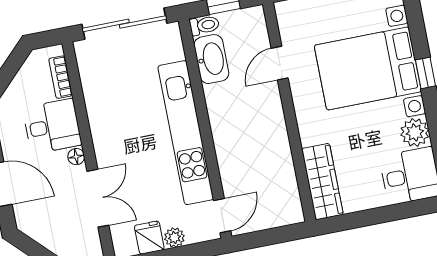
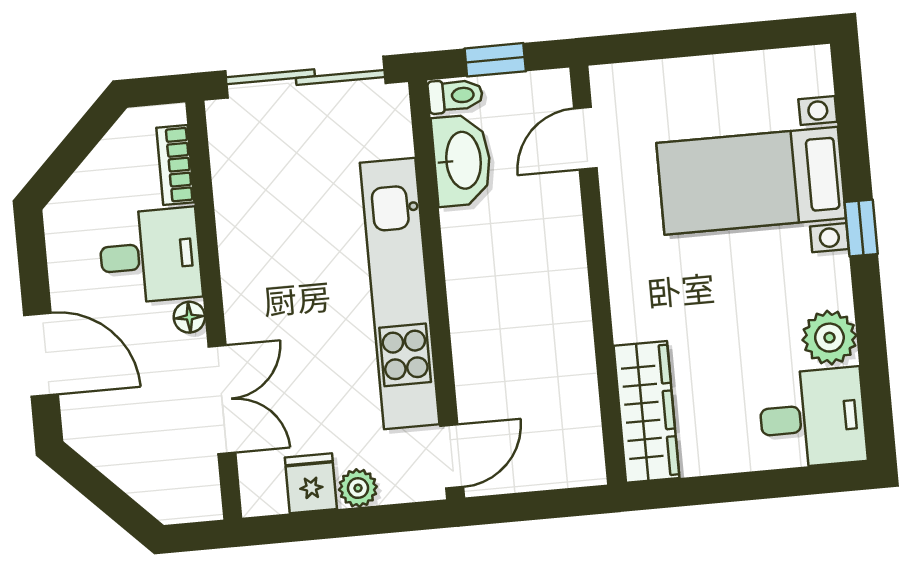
door: (280, 63) -> (585, 138), moved
bed with nightstands: (368, 68) -> (751, 181), width x0.73

